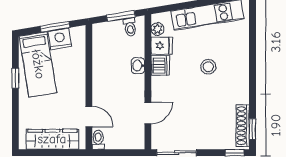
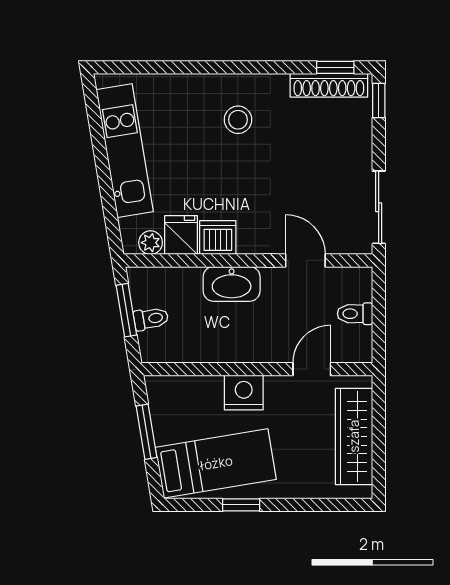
toilet: (130, 27) -> (151, 319), moved
nightstand: (60, 39) -> (244, 393), moved, turned 99
washbasin: (138, 66) -> (232, 284), width x1.91, depth x1.45
stool: (208, 67) -> (238, 120), moved
toilet: (98, 140) -> (355, 314), moved

